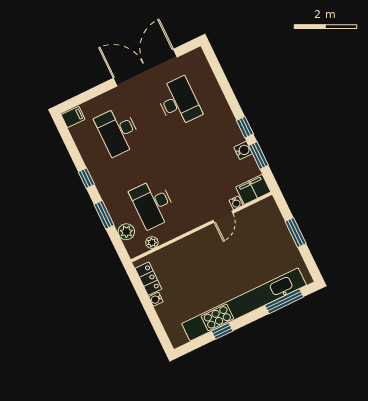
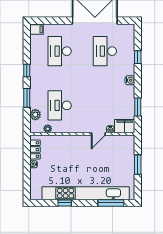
desk: (179, 102) -> (105, 51), turned 180
window: (245, 127) -> (138, 57), moved
water cooler: (243, 150) -> (130, 80), moved

